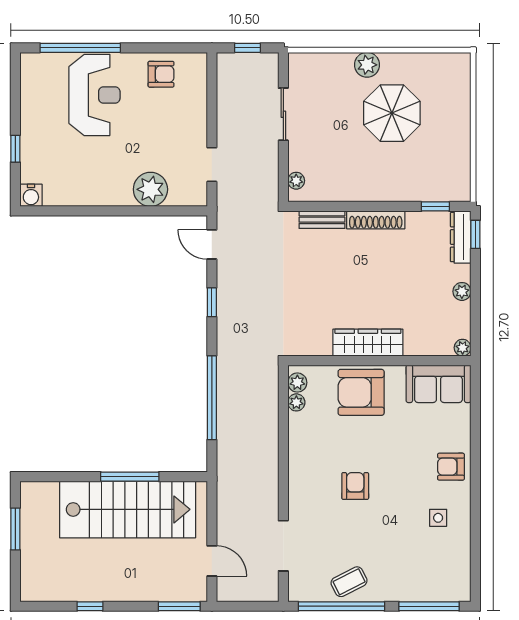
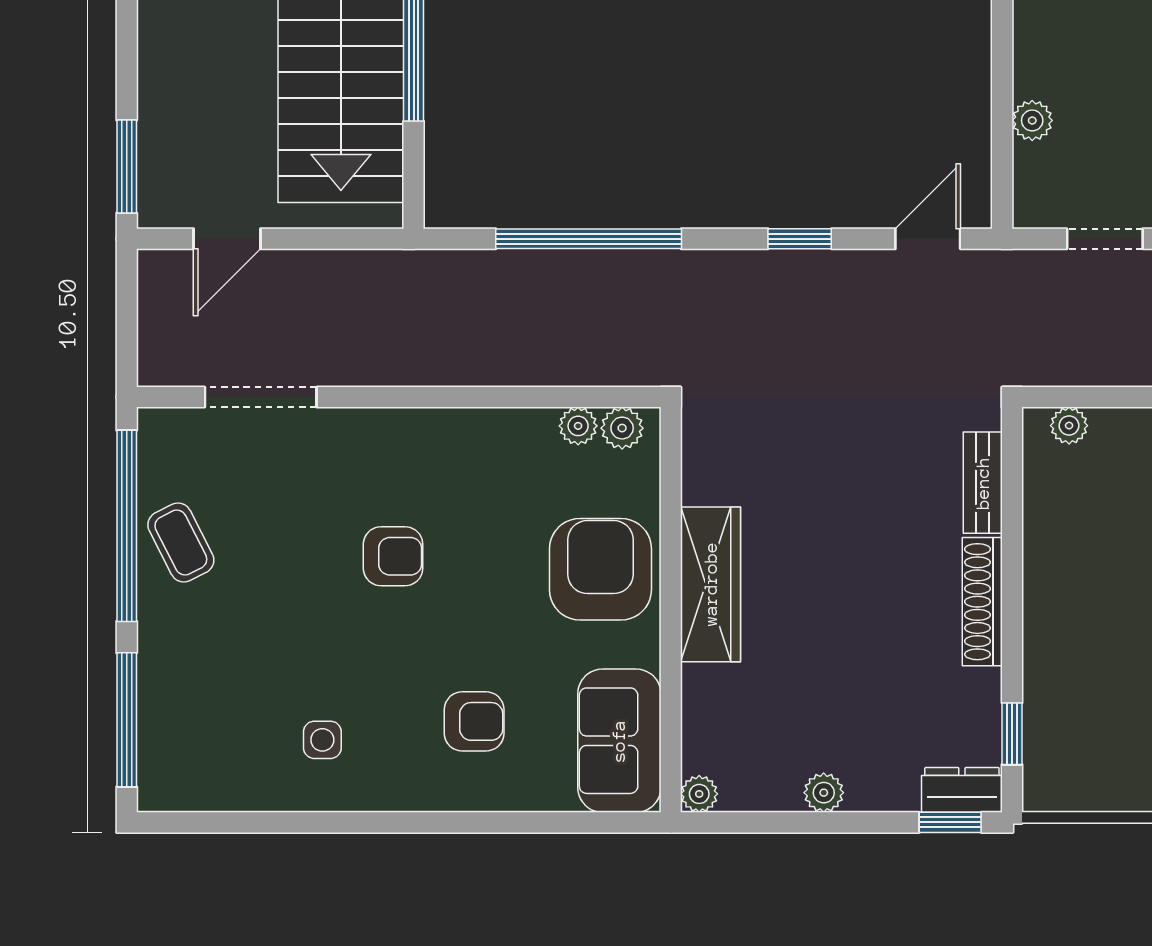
plant: (150, 189) -> (1032, 120), width x0.53, depth x0.53
dresser: (461, 237) -> (962, 790), width x0.70
armchair: (451, 467) -> (474, 721), moved, turned 90

